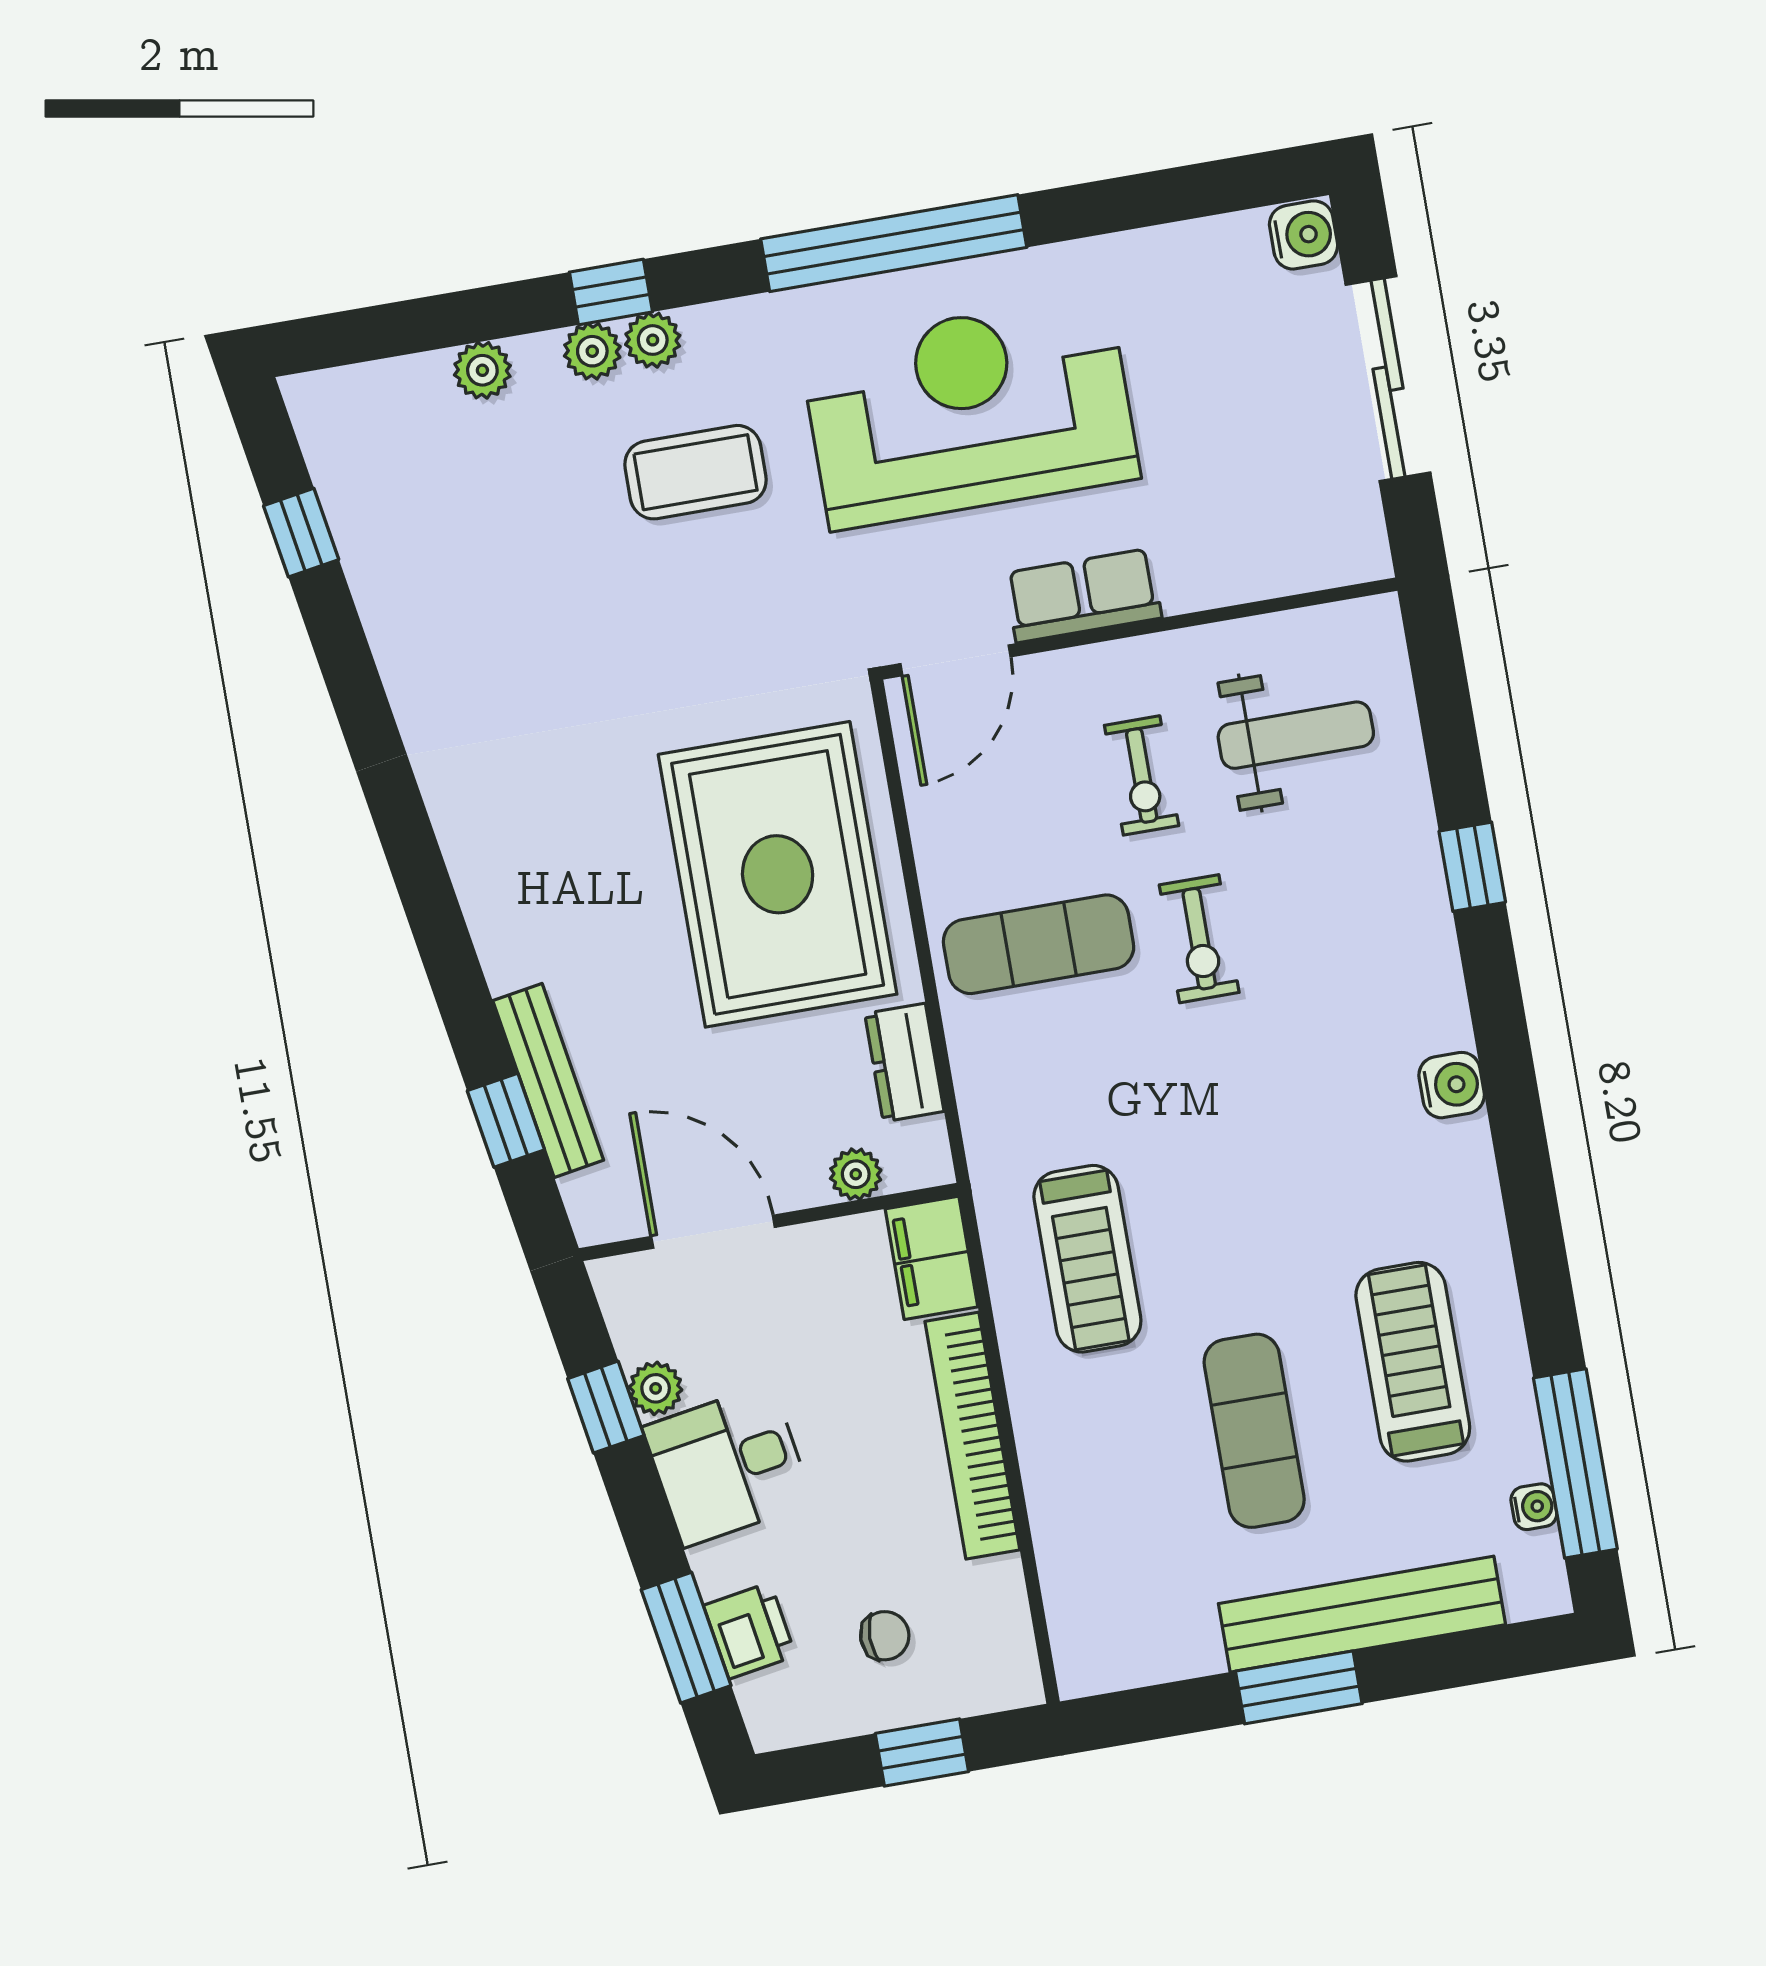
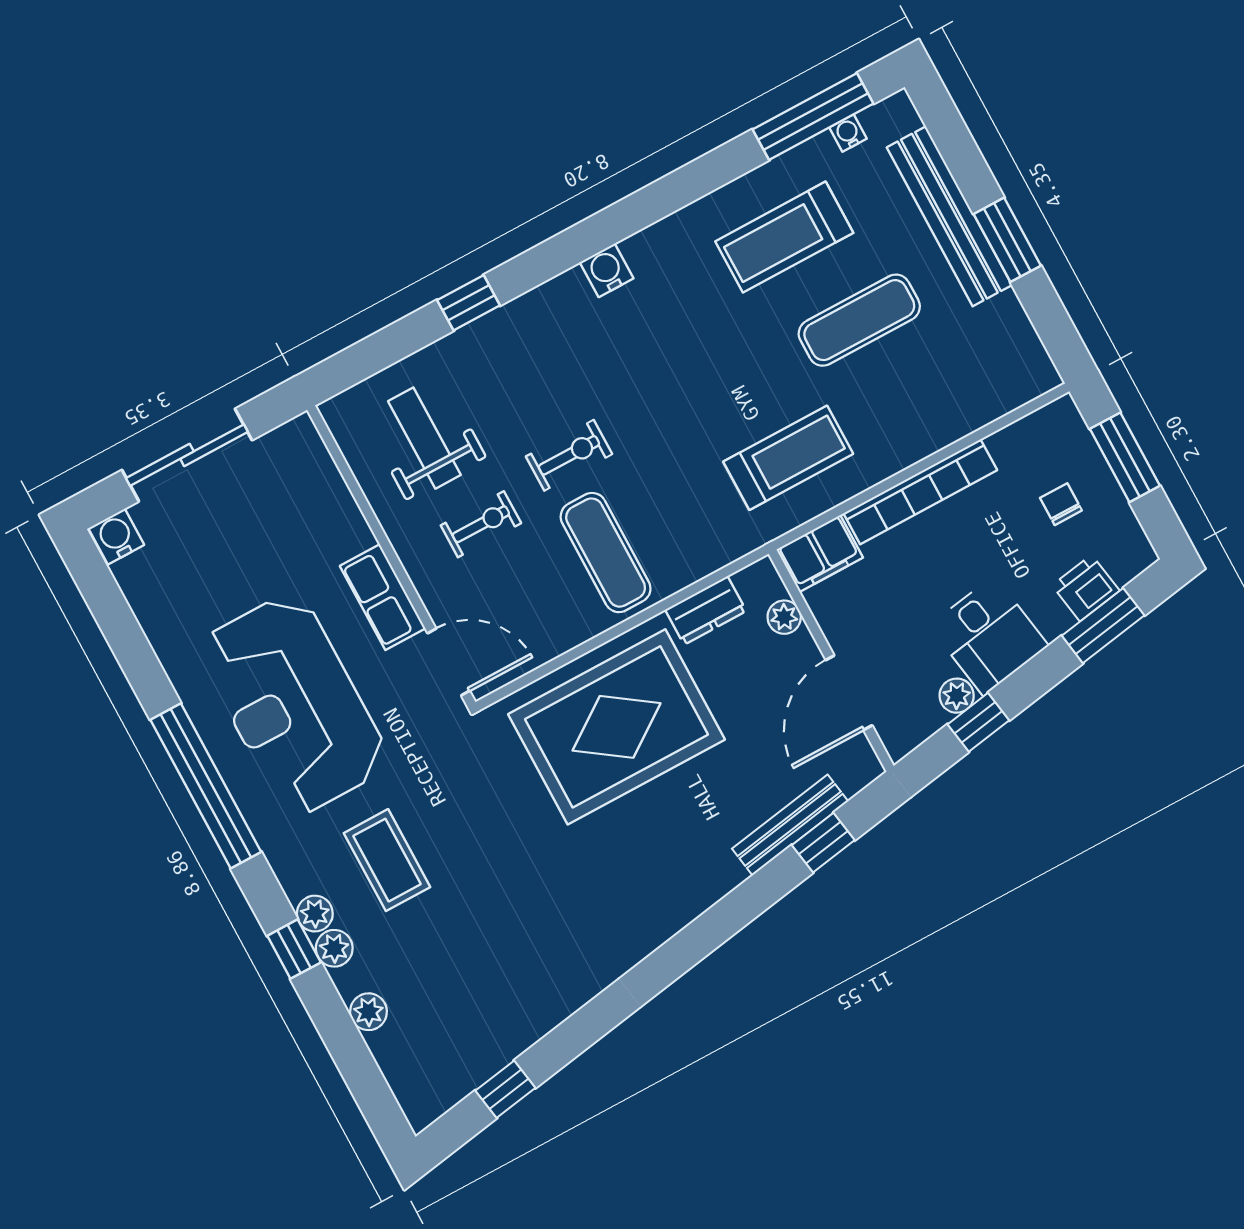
window: (922, 1753) -> (1125, 457), width x1.50

